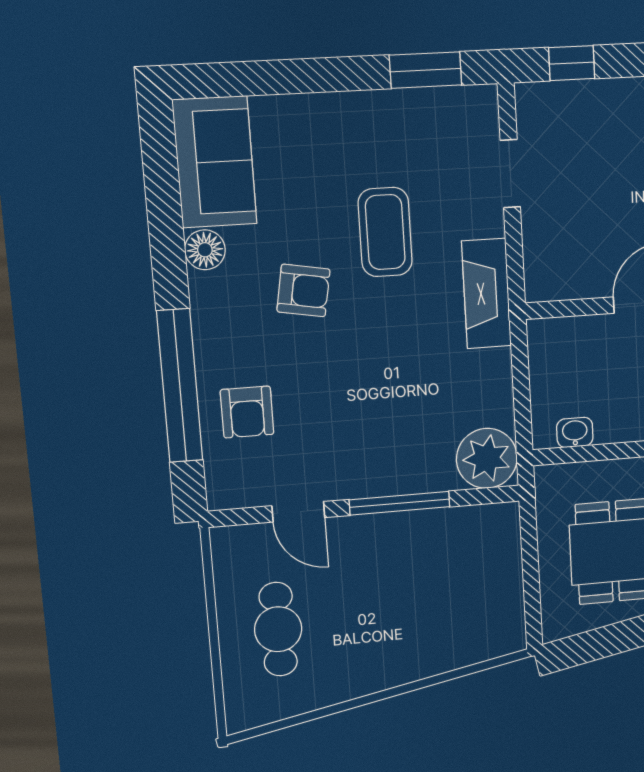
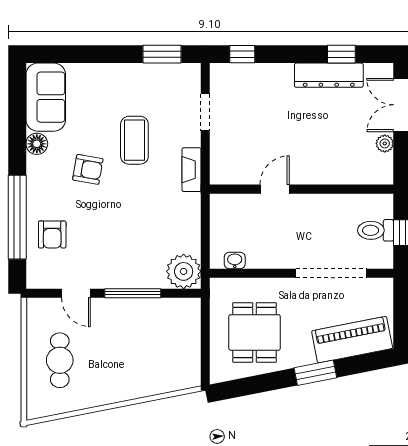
fireplace: (486, 294) -> (191, 170), width x0.73, depth x0.76

